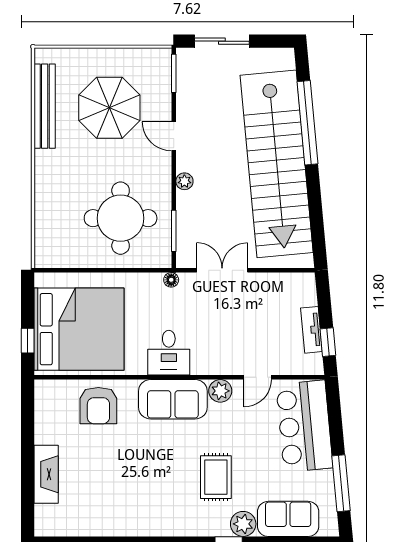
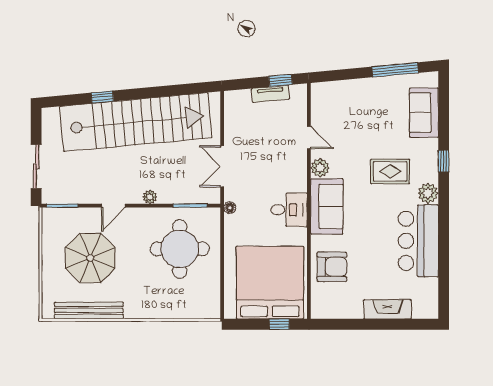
window: (308, 123) -> (102, 97), width x0.32
bar counter: (304, 426) -> (418, 241), moved, turned 95
plant: (243, 524) -> (428, 193), moved

